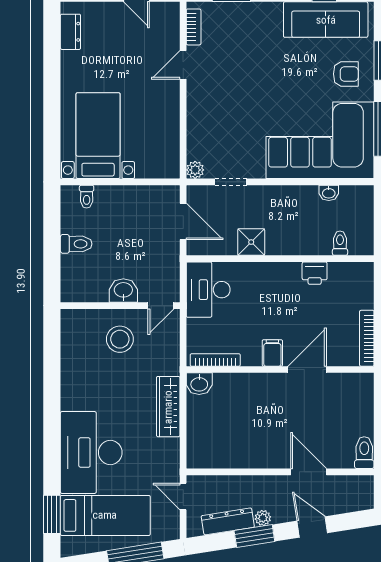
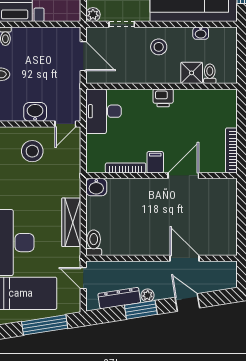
stool: (277, 210) -> (159, 47), added
shower: (251, 242) -> (192, 73), moved
printer: (315, 273) -> (163, 98), moved
bookcase: (215, 360) -> (126, 168), moved
wardrobe: (168, 407) -> (71, 222), moved
toilet: (364, 453) -> (94, 243), moved

